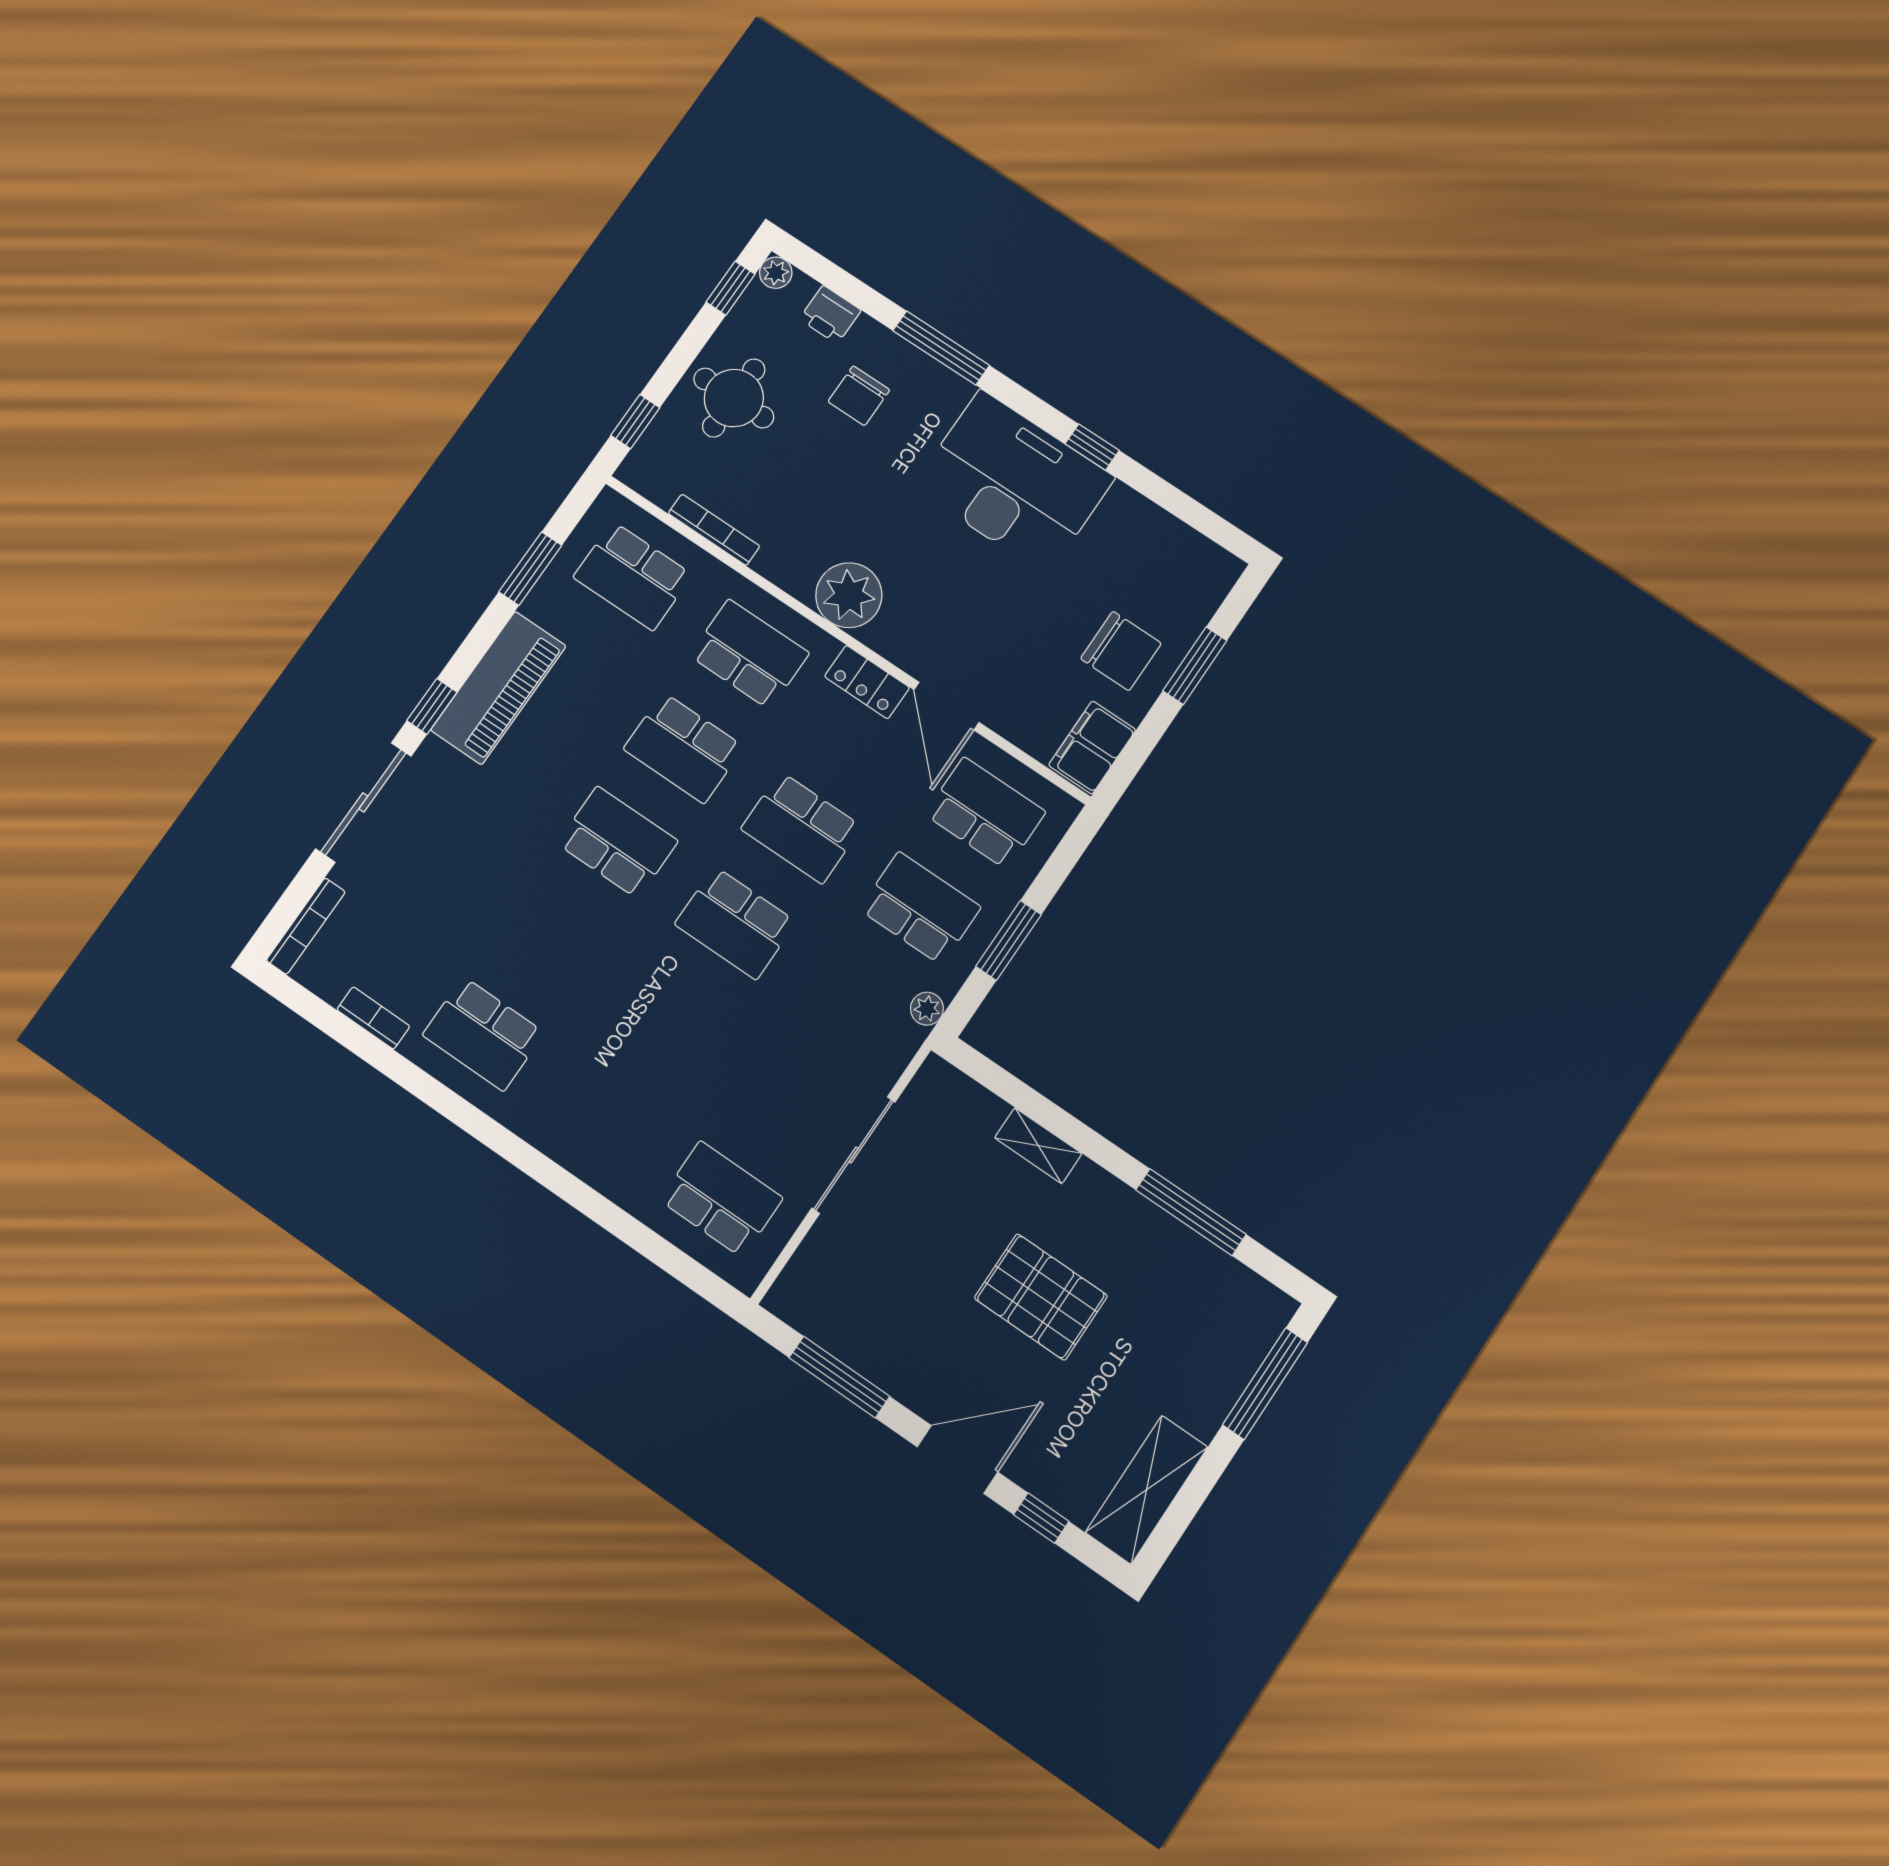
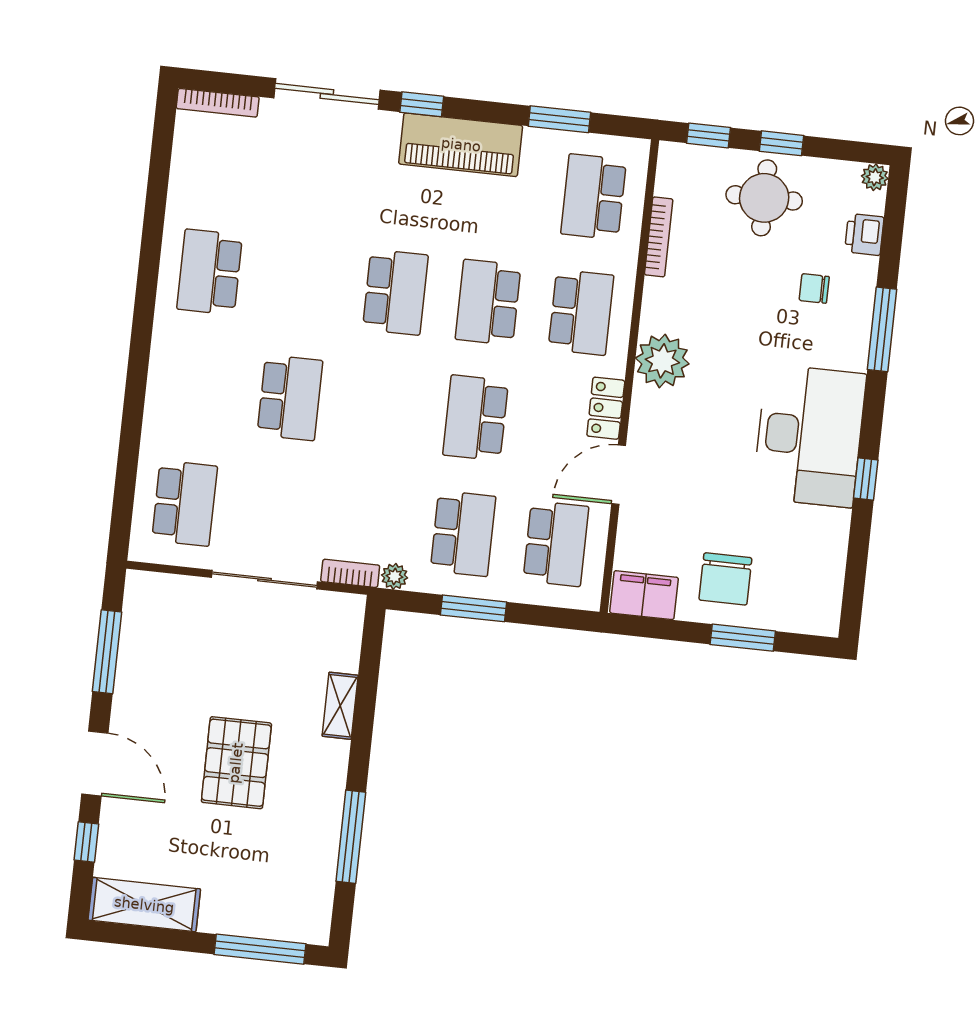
window: (730, 288) -> (781, 143), moved
chair: (859, 396) -> (814, 288), width x0.73, depth x0.73
school desk: (735, 923) -> (290, 398), moved, turned 180
bookcase: (373, 1018) -> (350, 573), moved, turned -90

